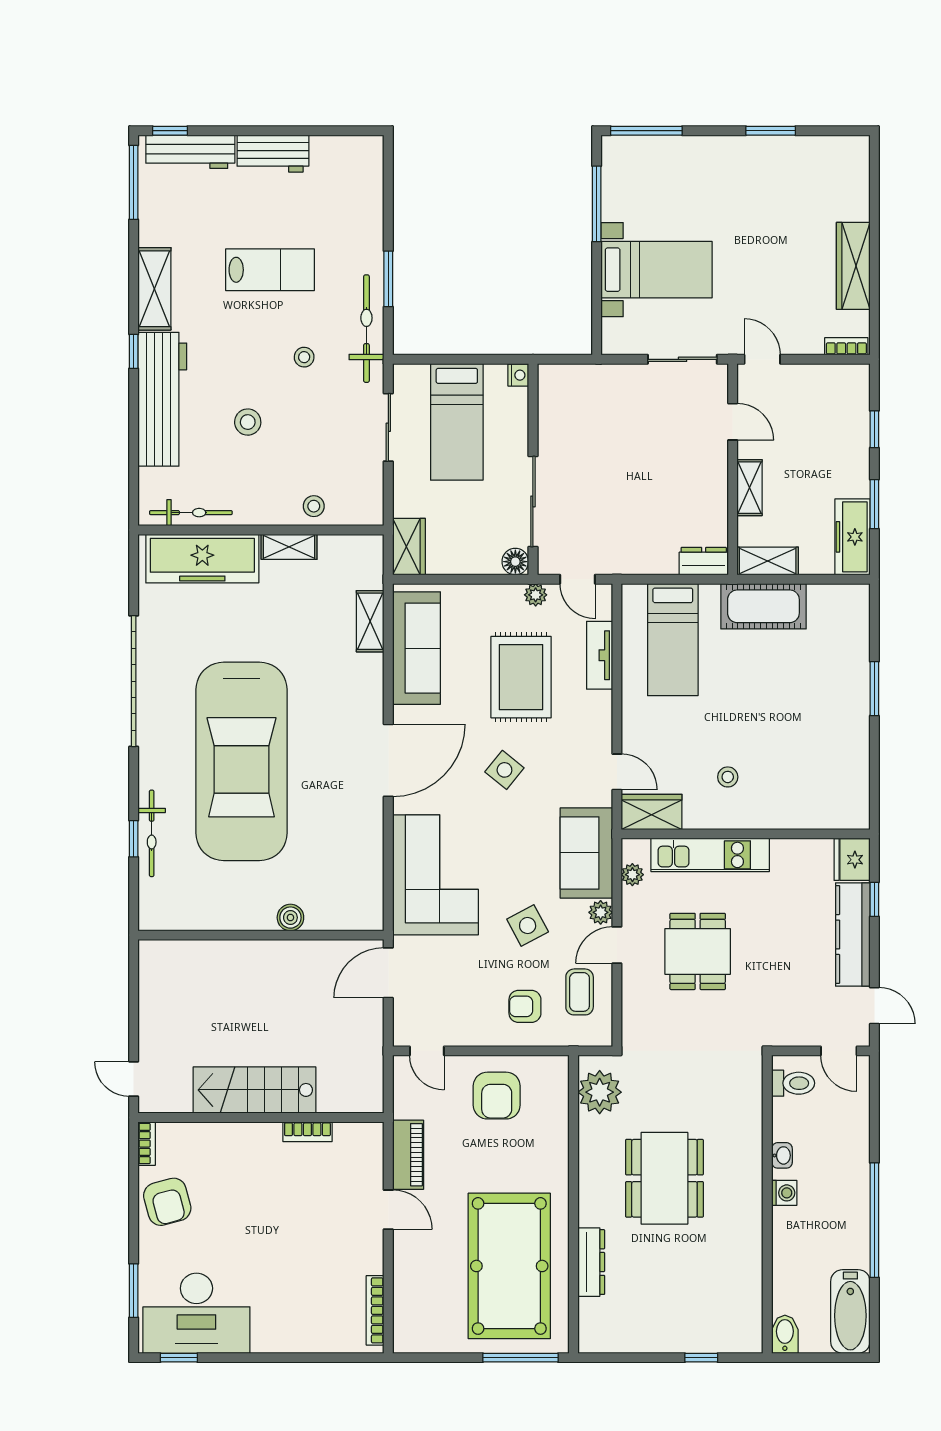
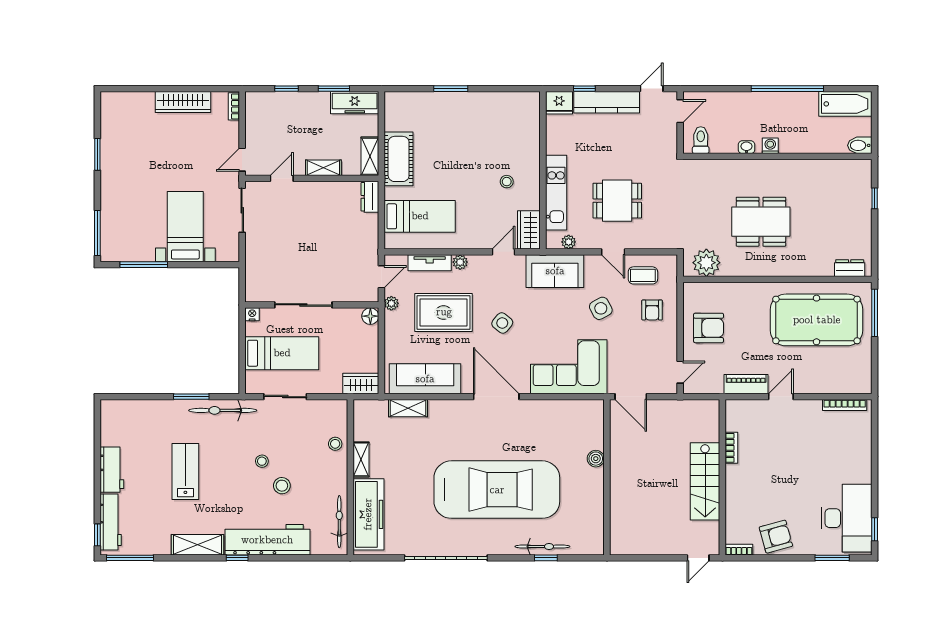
stool: (304, 357) -> (262, 461), moved
sliding door: (533, 501) -> (303, 305), moved
plant: (601, 912) -> (460, 262), moved
dresser: (591, 1262) -> (850, 268), moved, width x0.70

